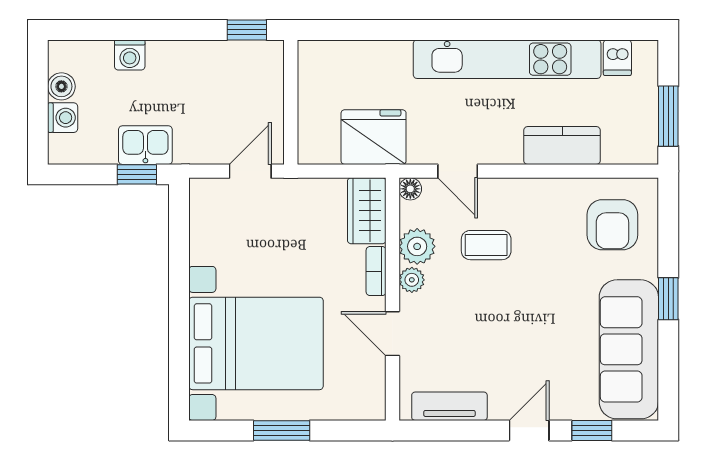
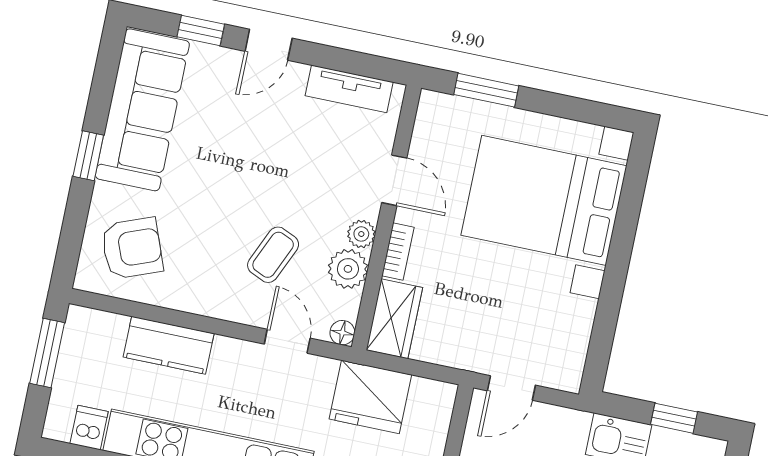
window: (137, 174) -> (674, 418), moved
armchair: (612, 225) -> (132, 248), turned 69
coffee table: (486, 245) -> (273, 255), turned -66
window: (282, 430) -> (486, 90), moved

